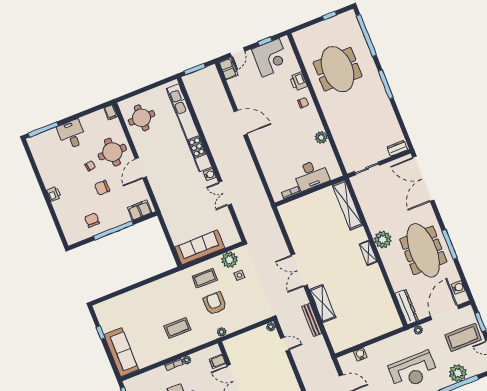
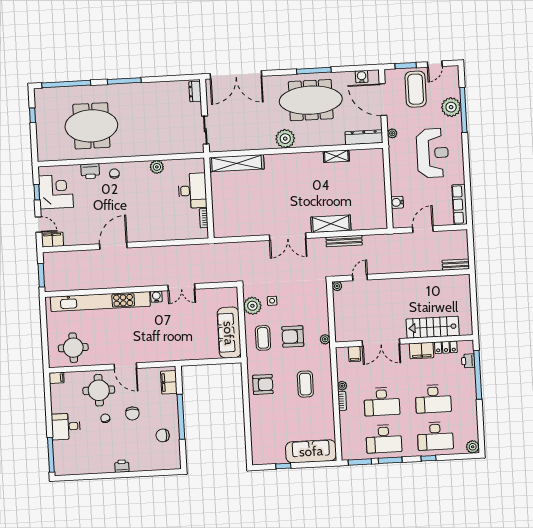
shelving: (368, 253) -> (336, 156), moved
armchair: (165, 292) -> (263, 384), added

